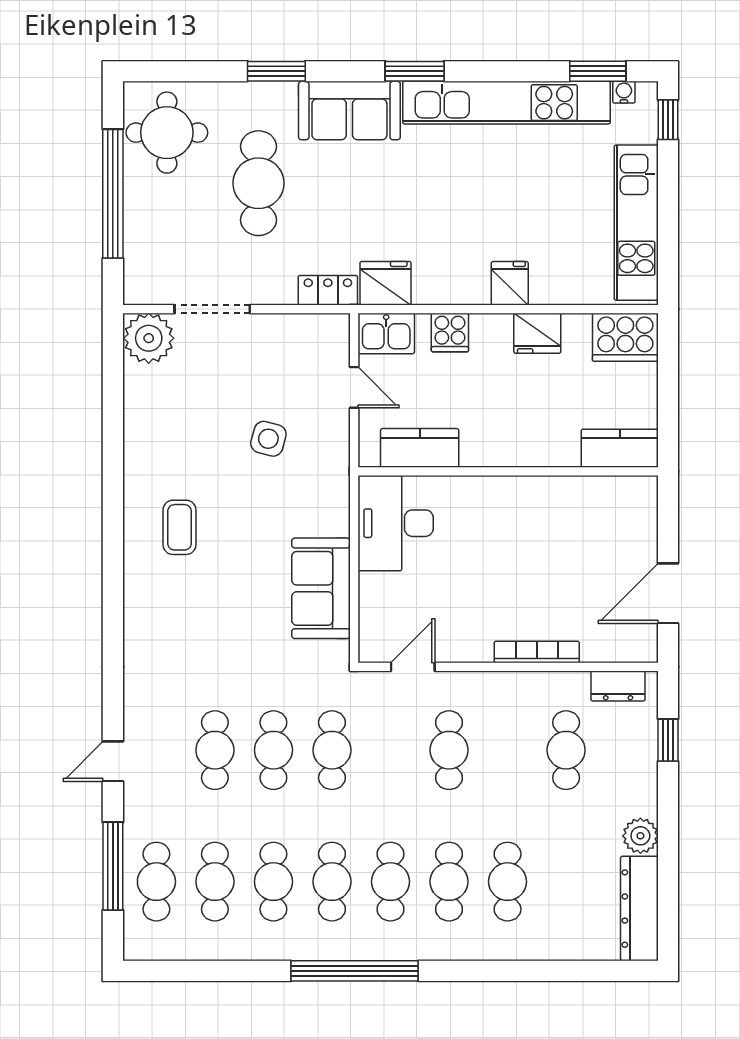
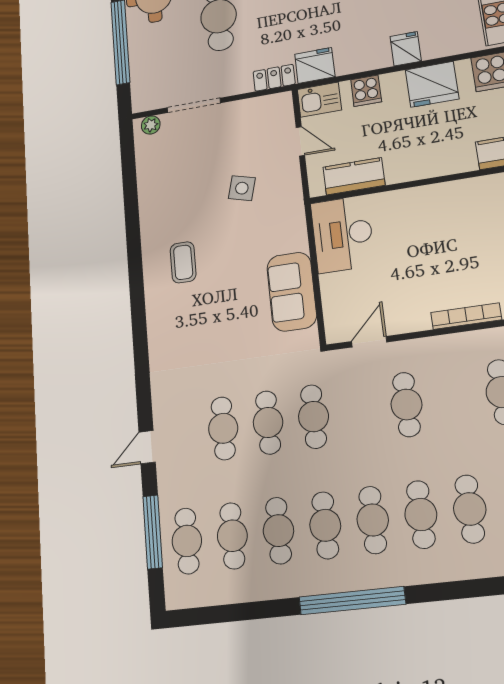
fridge: (537, 333) -> (432, 84), width x1.36, depth x1.34
plant: (149, 338) -> (151, 125), width x0.53, depth x0.53

